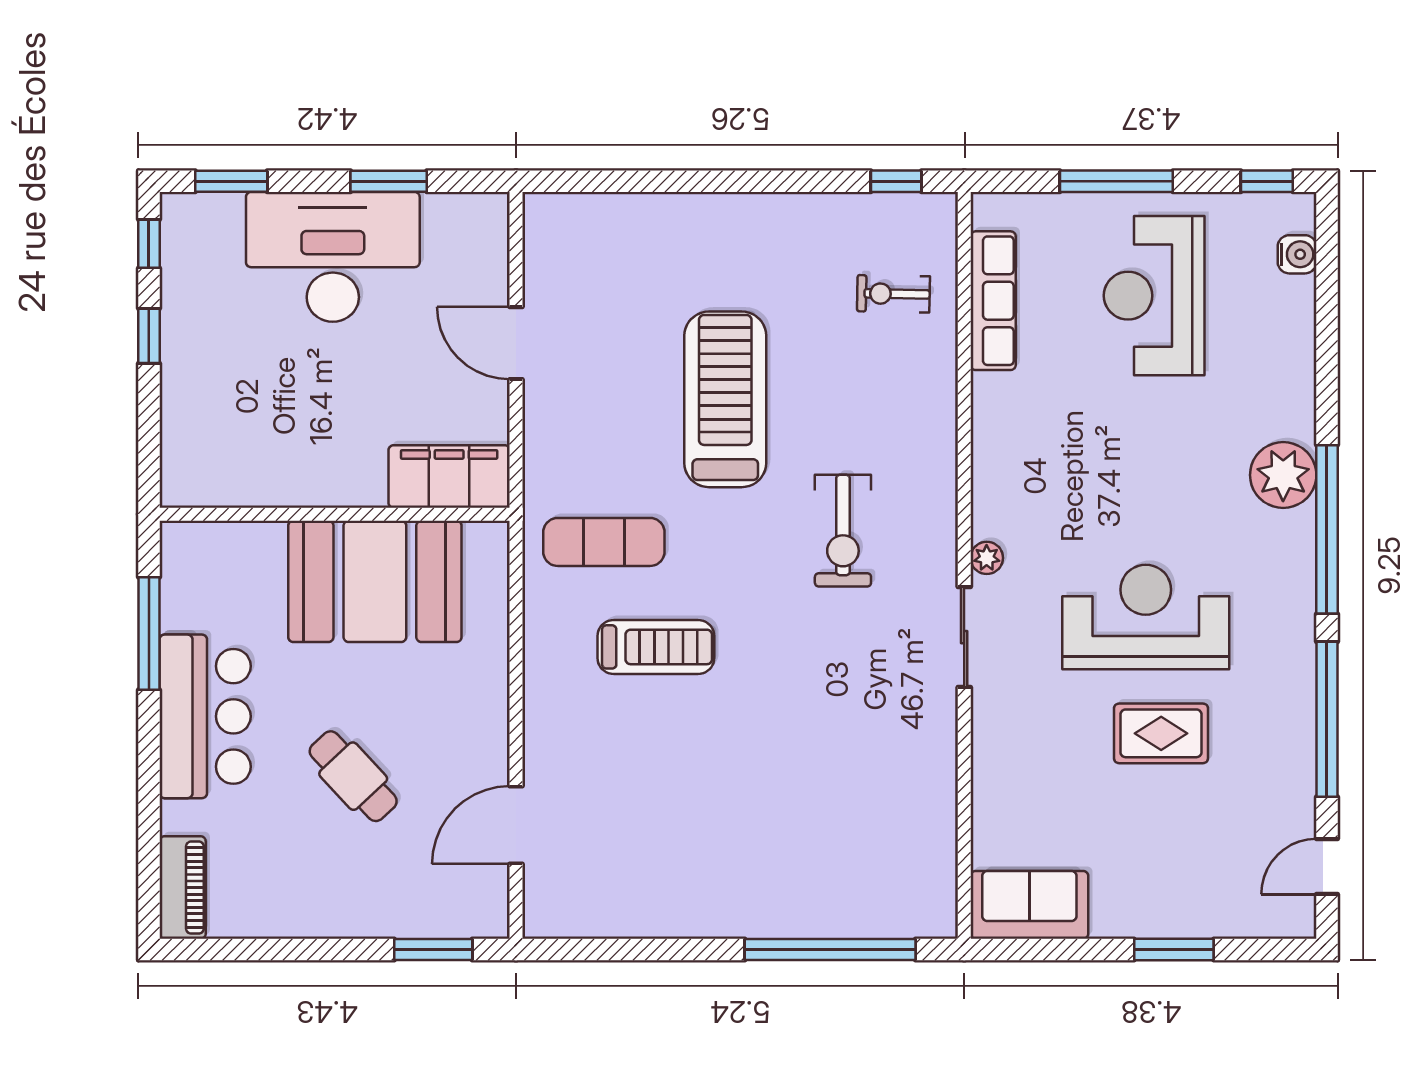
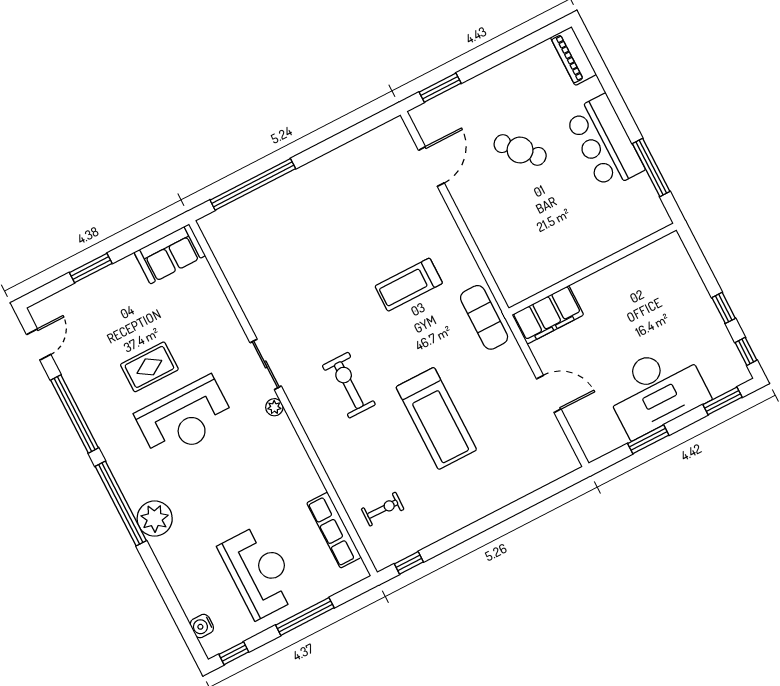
exercise mat: (604, 542) -> (484, 317), moved, turned 90
booth: (375, 581) -> (557, 247), removed

